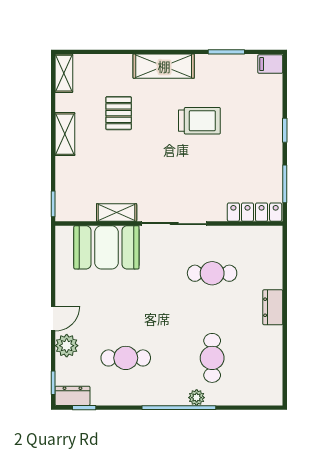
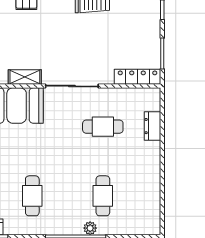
dresser: (273, 307) -> (152, 126), moved
cafe table: (126, 358) -> (32, 196), turned 90

